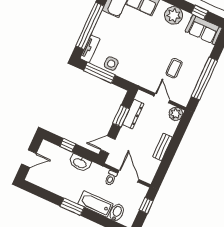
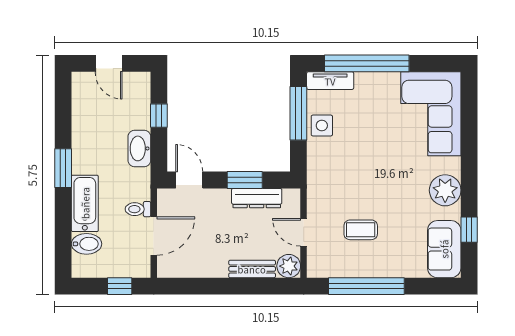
door: (162, 98) -> (304, 232), swing flipped
bench: (162, 147) -> (252, 269), moved

